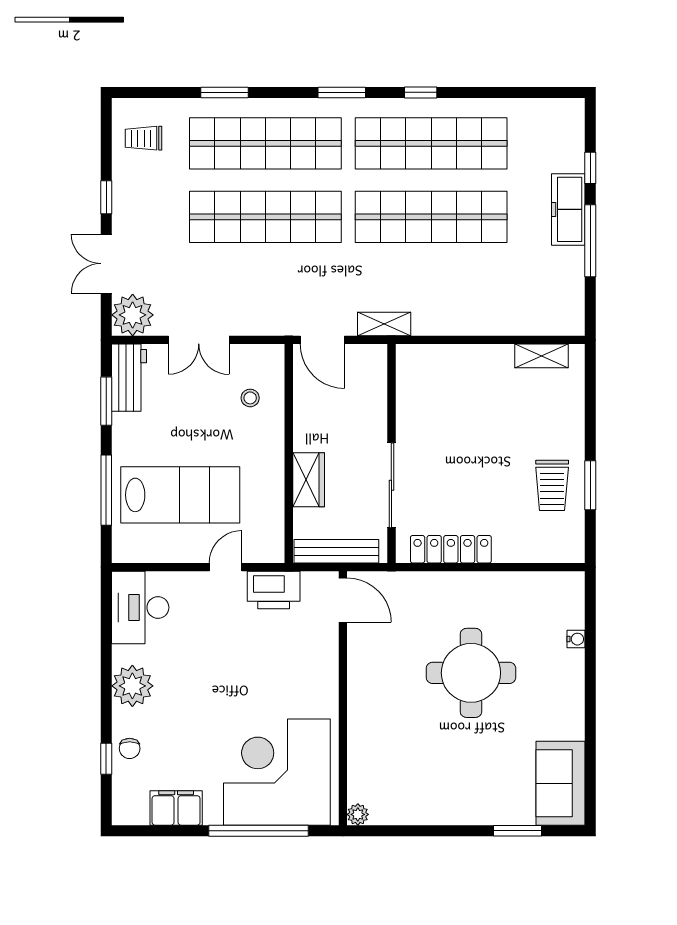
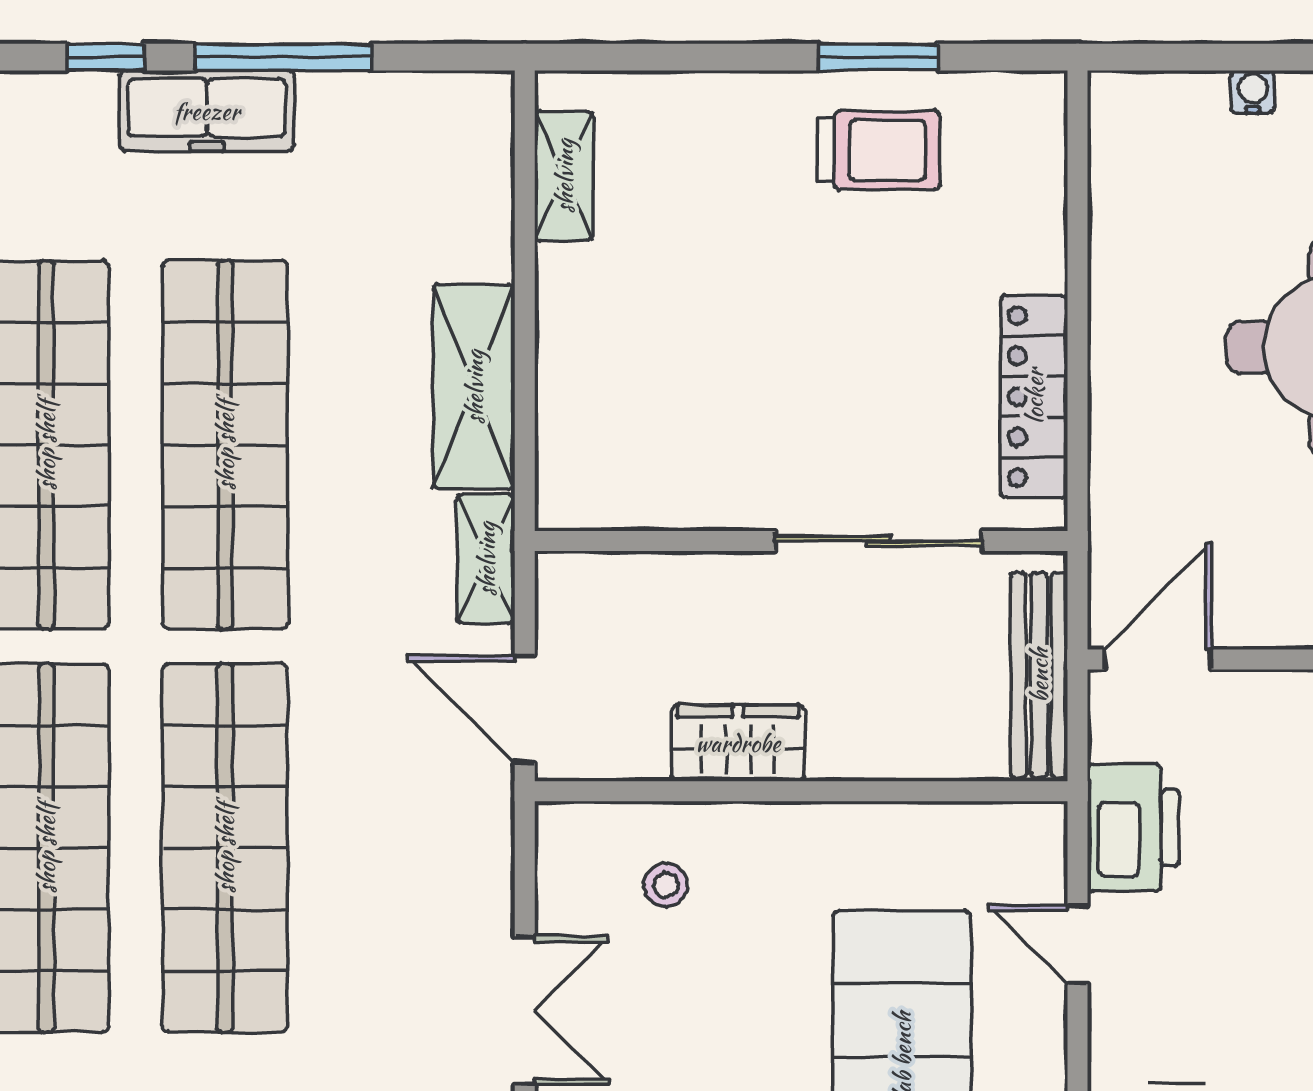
shelving: (455, 319) -> (474, 387), added
door: (322, 340) -> (525, 709), swing flipped
wardrobe: (309, 480) -> (738, 743), moved

